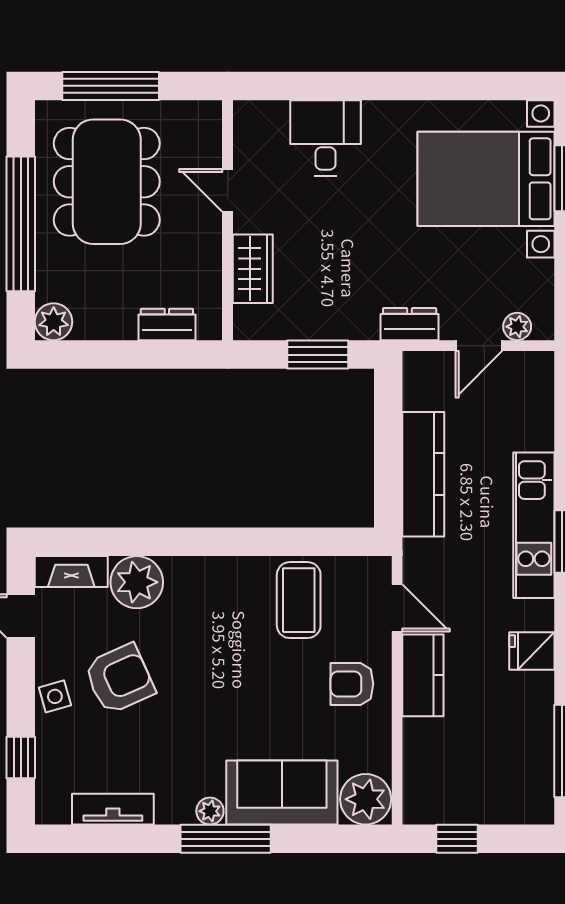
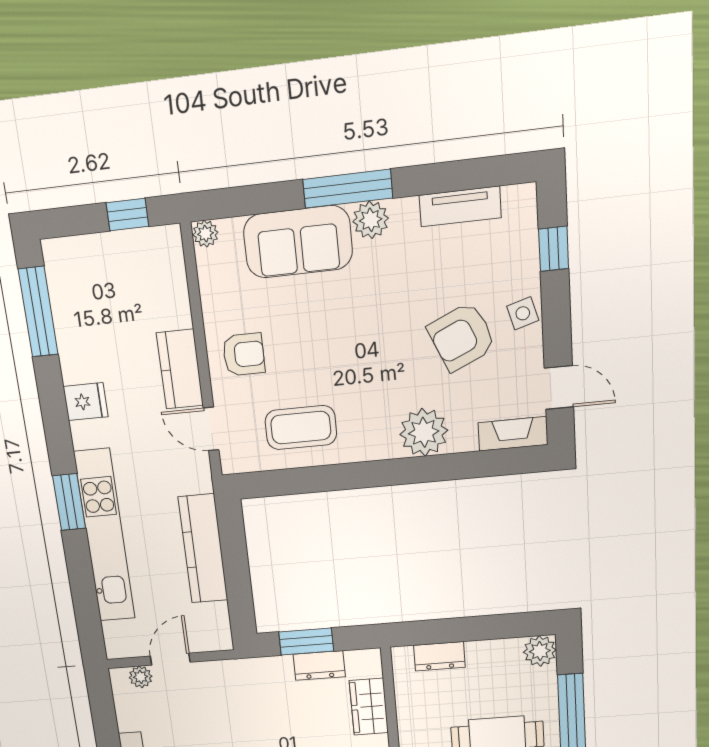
dresser: (410, 324) -> (319, 665), moved
kitchen unit: (534, 525) -> (105, 536), width x1.36
plant: (137, 582) -> (424, 432), moved
coffee table: (299, 600) -> (301, 428), turned 90
plant: (366, 799) -> (205, 234), width x0.53, depth x0.53
plant: (210, 811) -> (371, 220), width x1.38, depth x1.38

